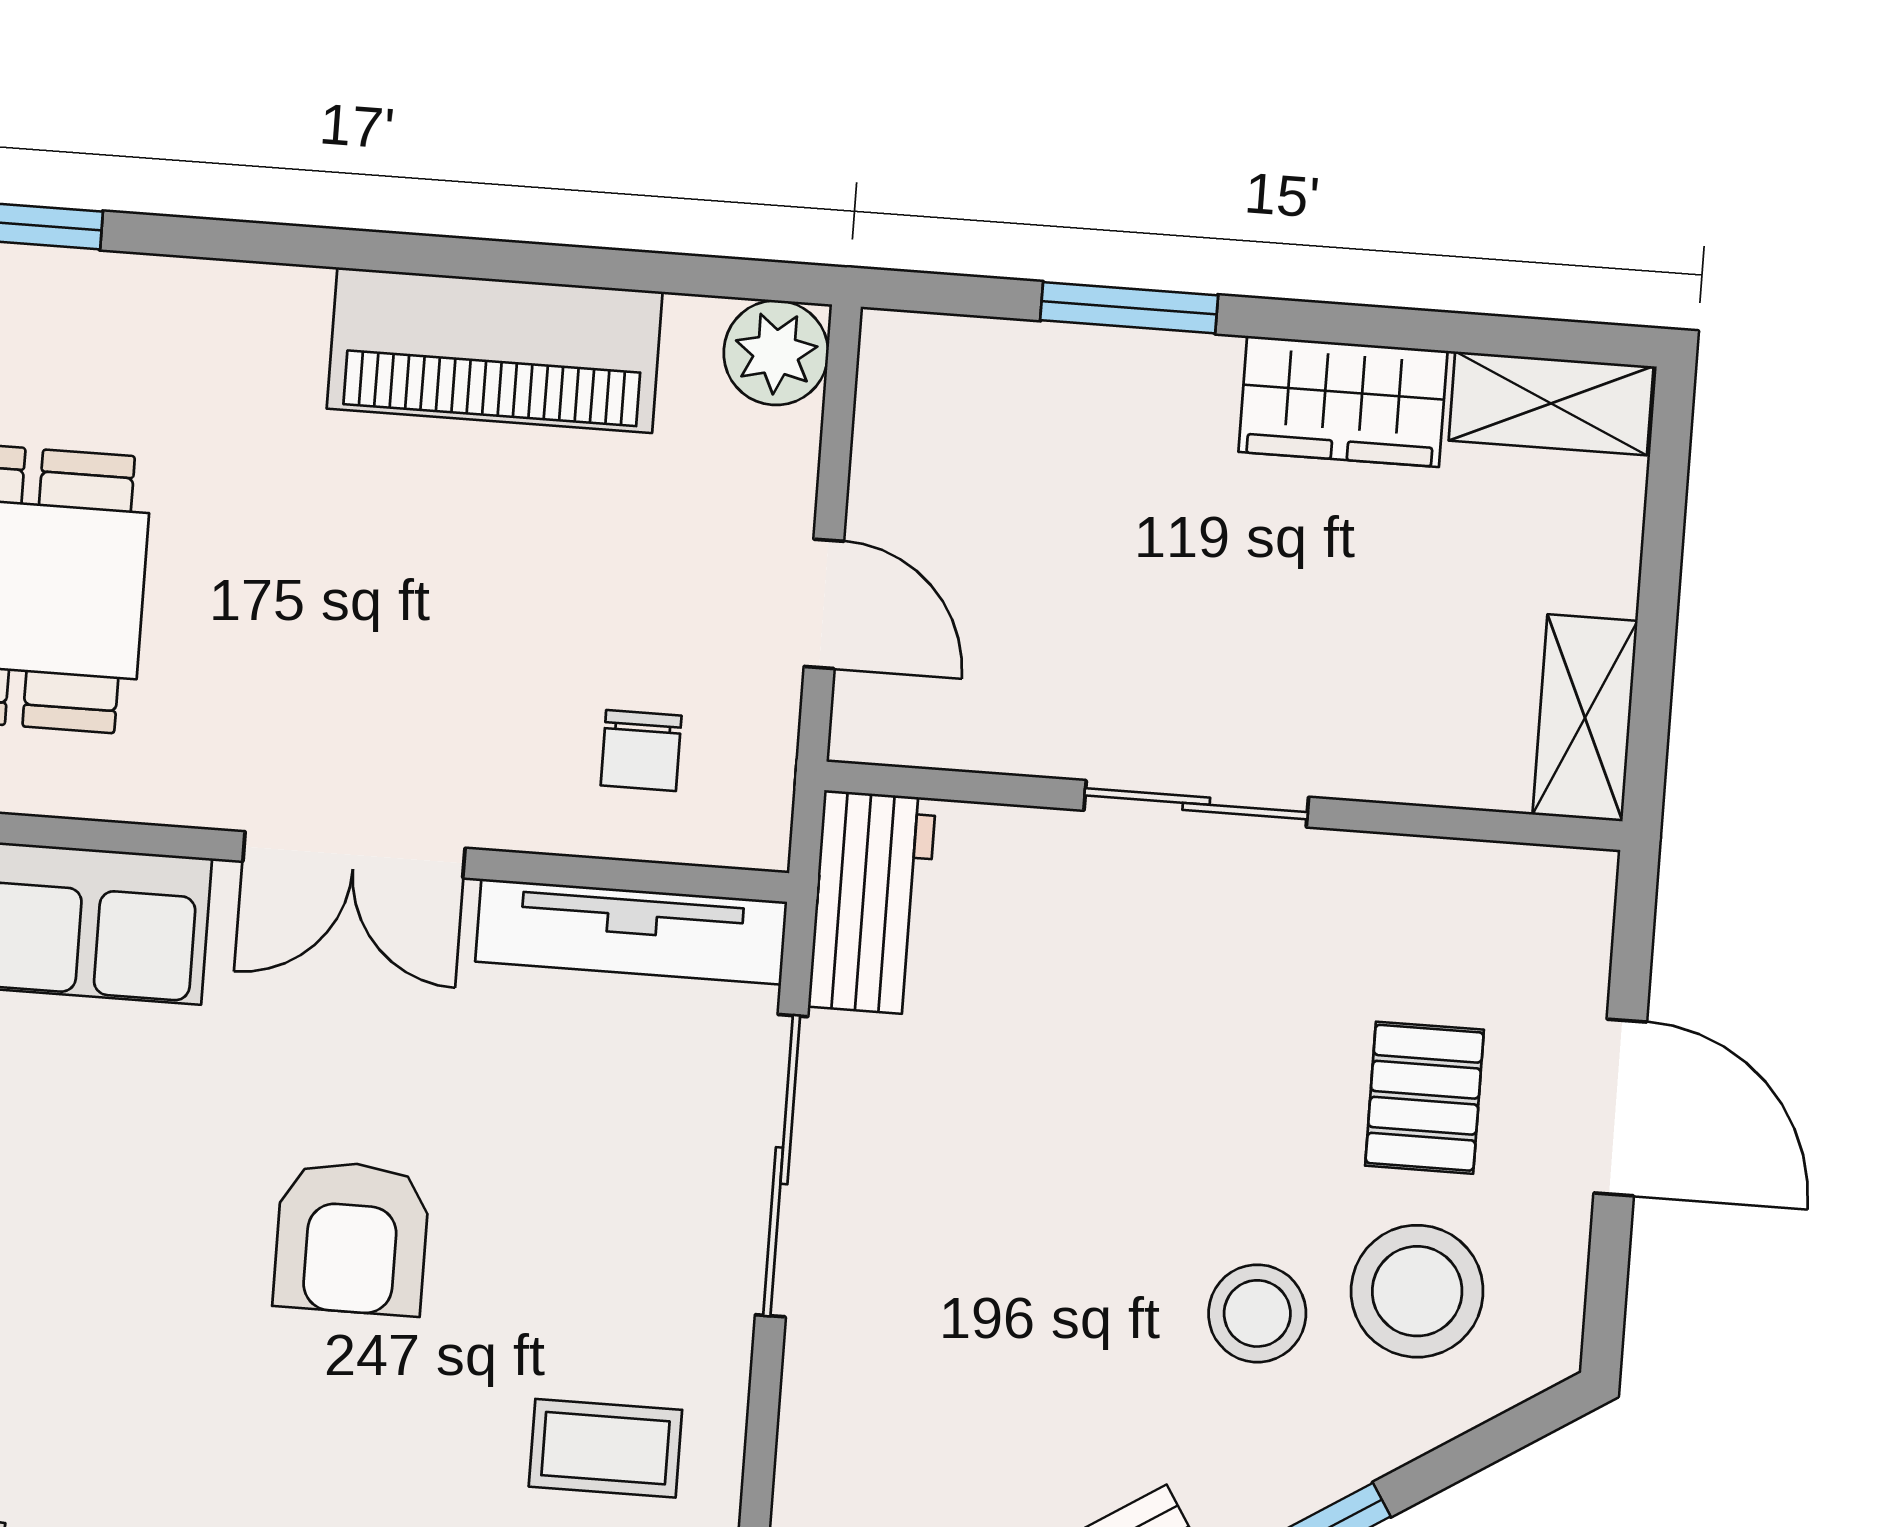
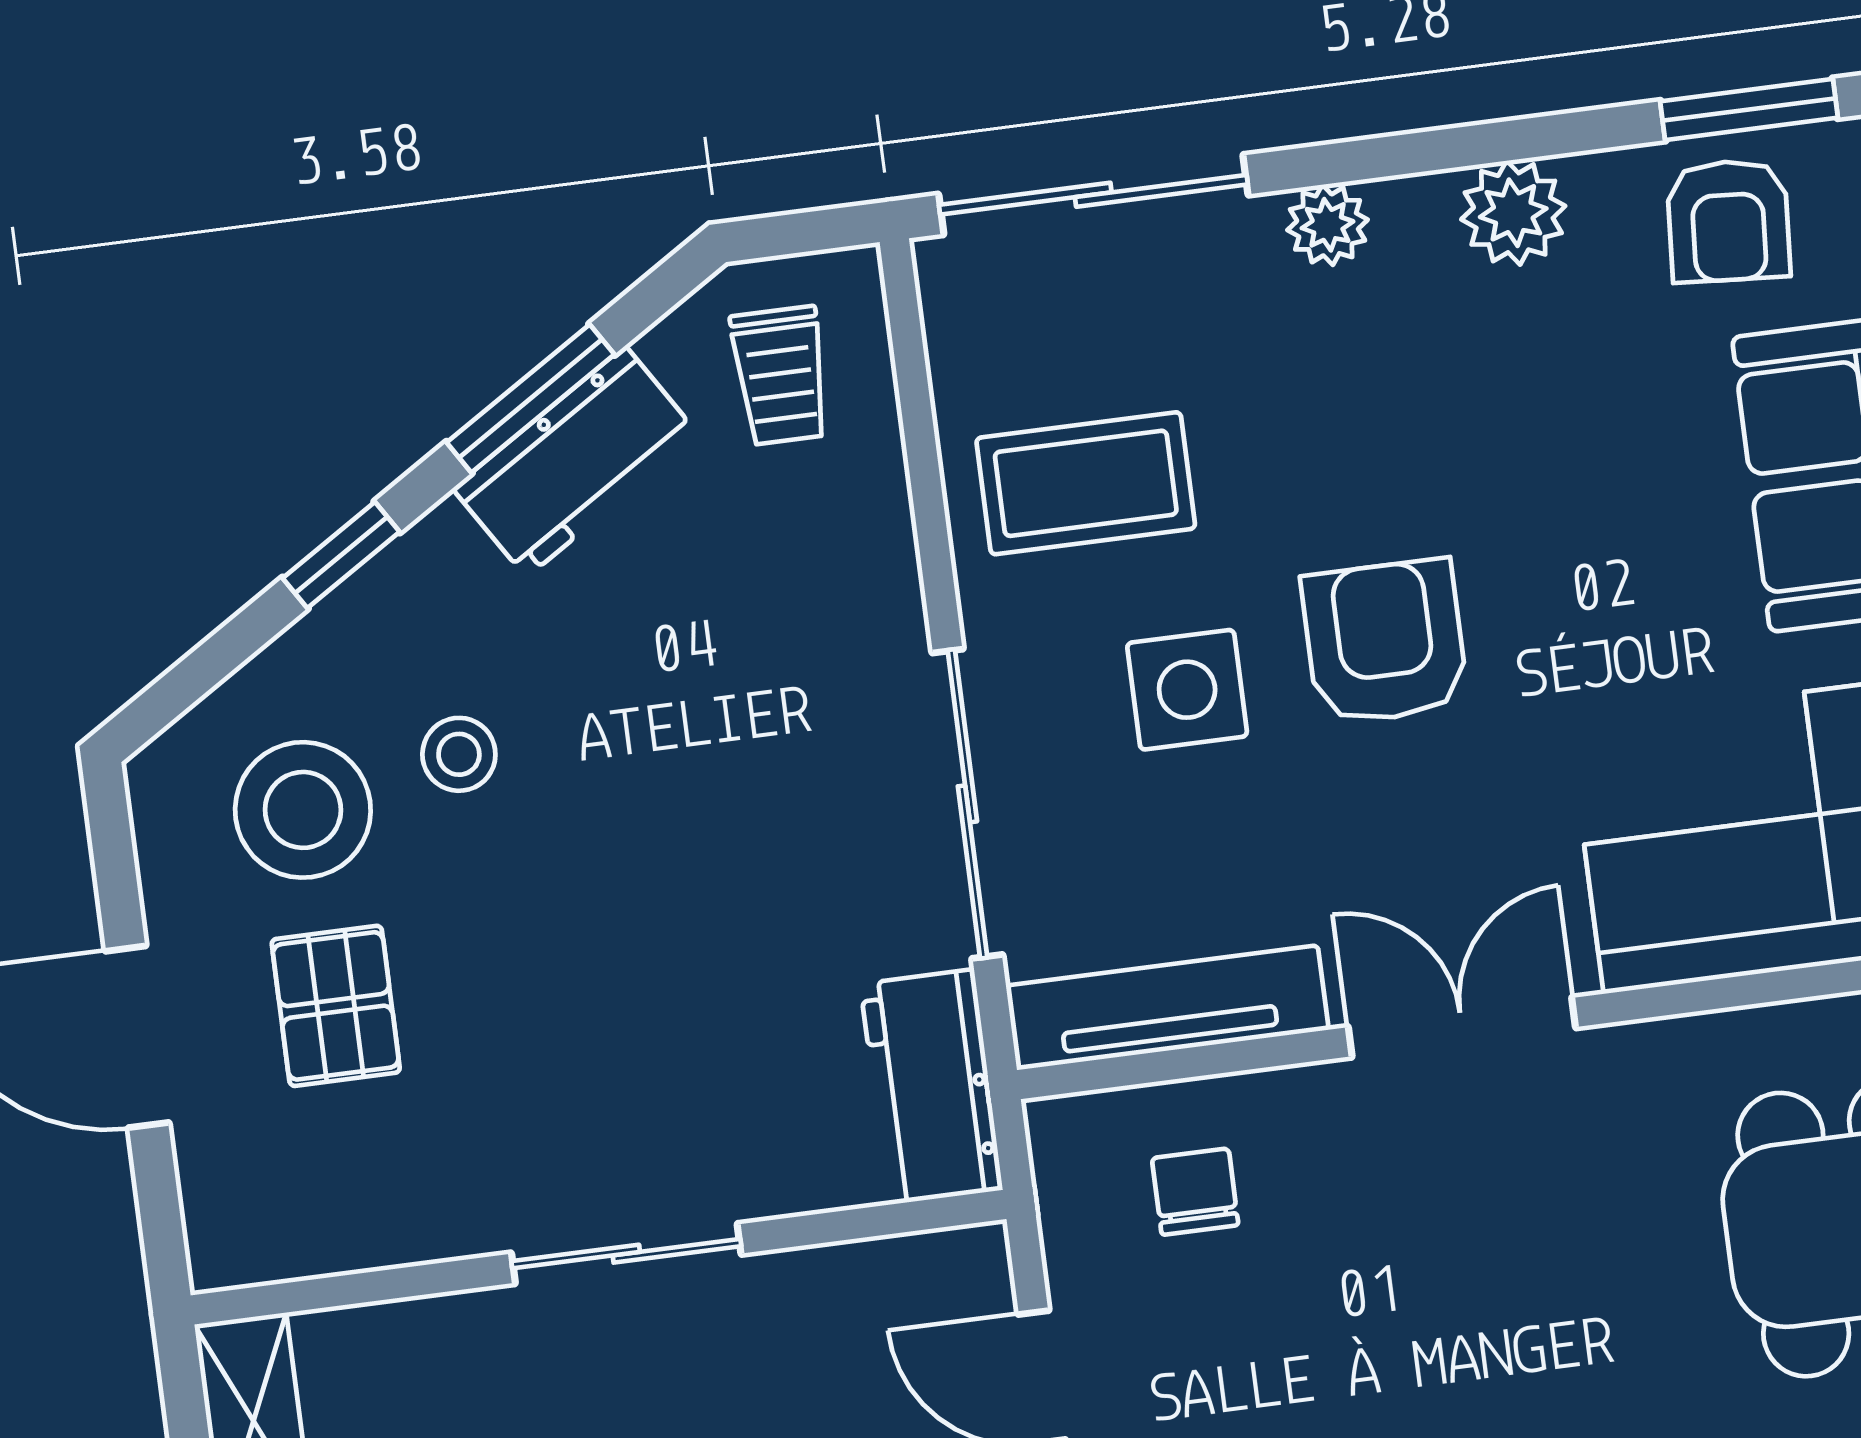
side table: (550, 1231) -> (1187, 690), added
stool: (1257, 1313) -> (459, 754), width x0.73, depth x0.73
coffee table: (605, 1448) -> (1086, 483), width x1.36, depth x1.30

